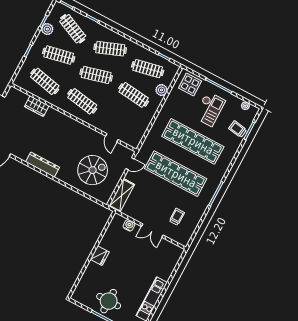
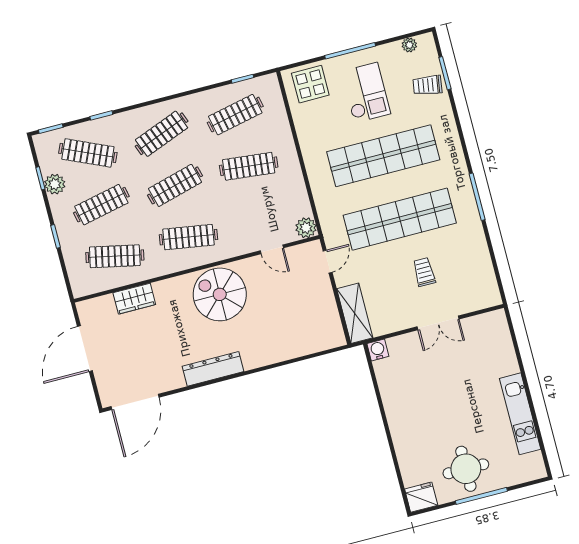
plant: (162, 90) -> (306, 228), moved
spiral stairs: (93, 170) -> (220, 294), moved, turned -90
trolley: (177, 217) -> (424, 272), moved
water cooler: (129, 225) -> (378, 350), moved
fridge: (100, 256) -> (421, 497), moved, turned -90

